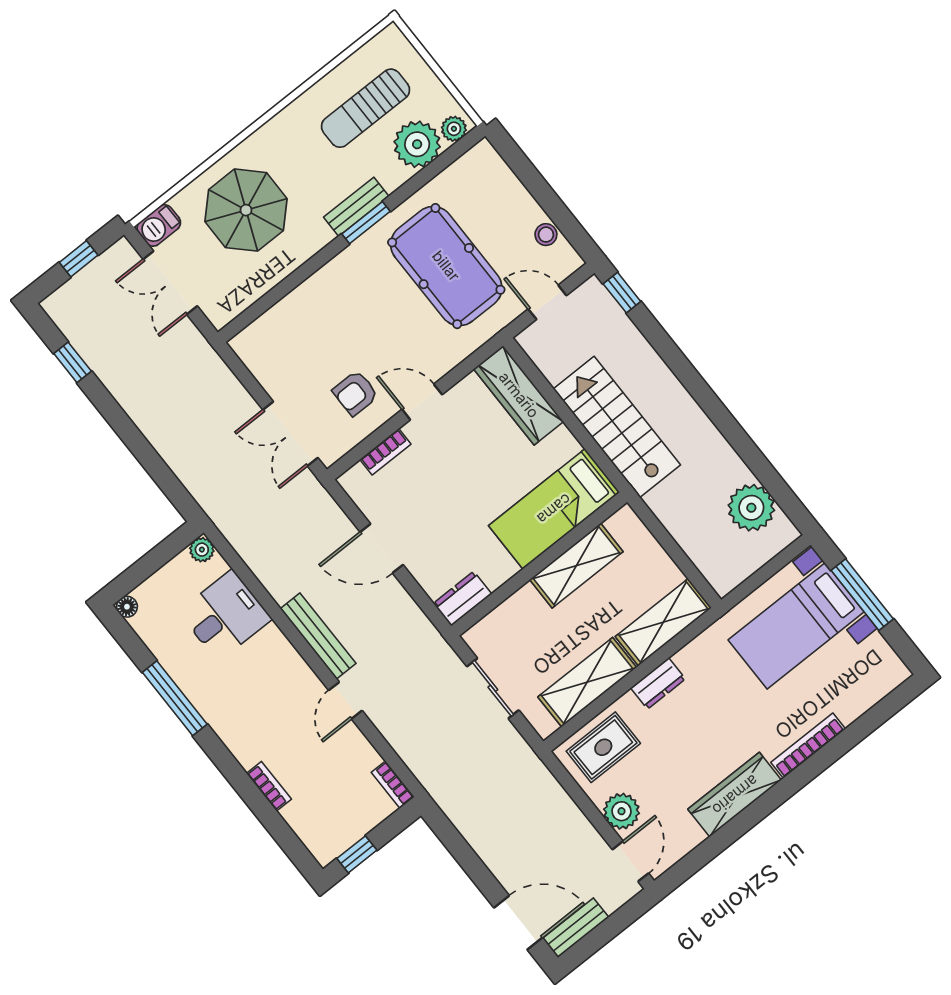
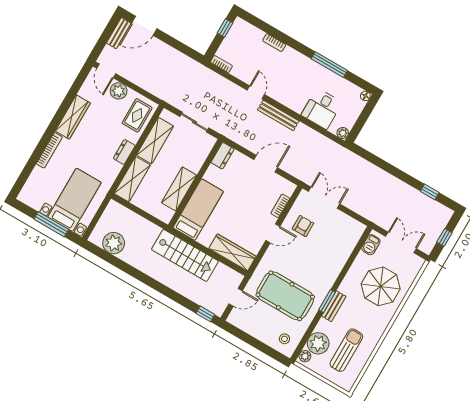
barbecue: (159, 225) -> (371, 245), moved, turned 180
stool: (546, 235) -> (284, 339), moved

